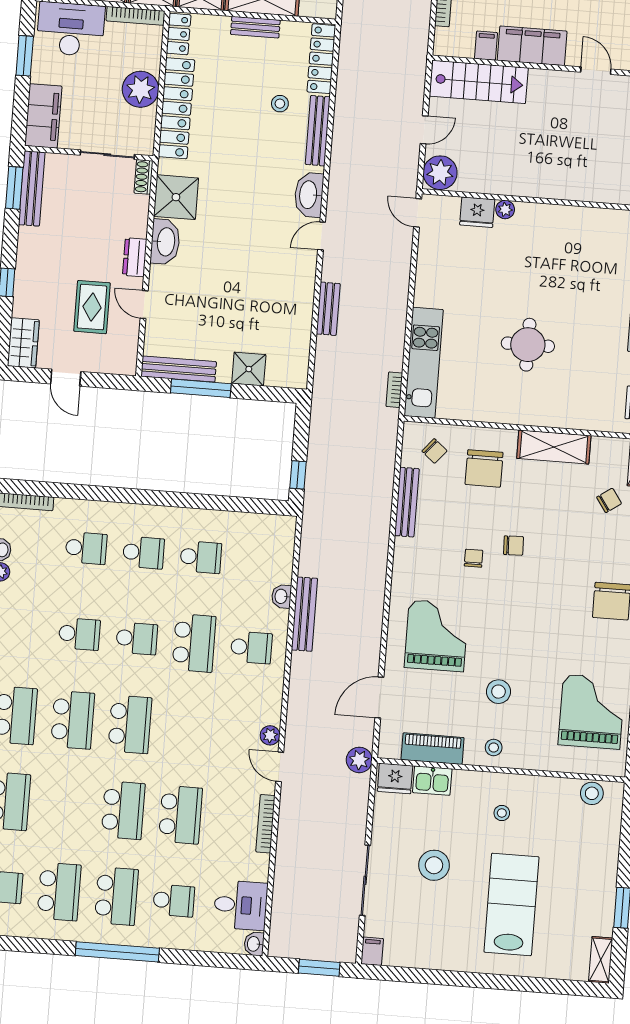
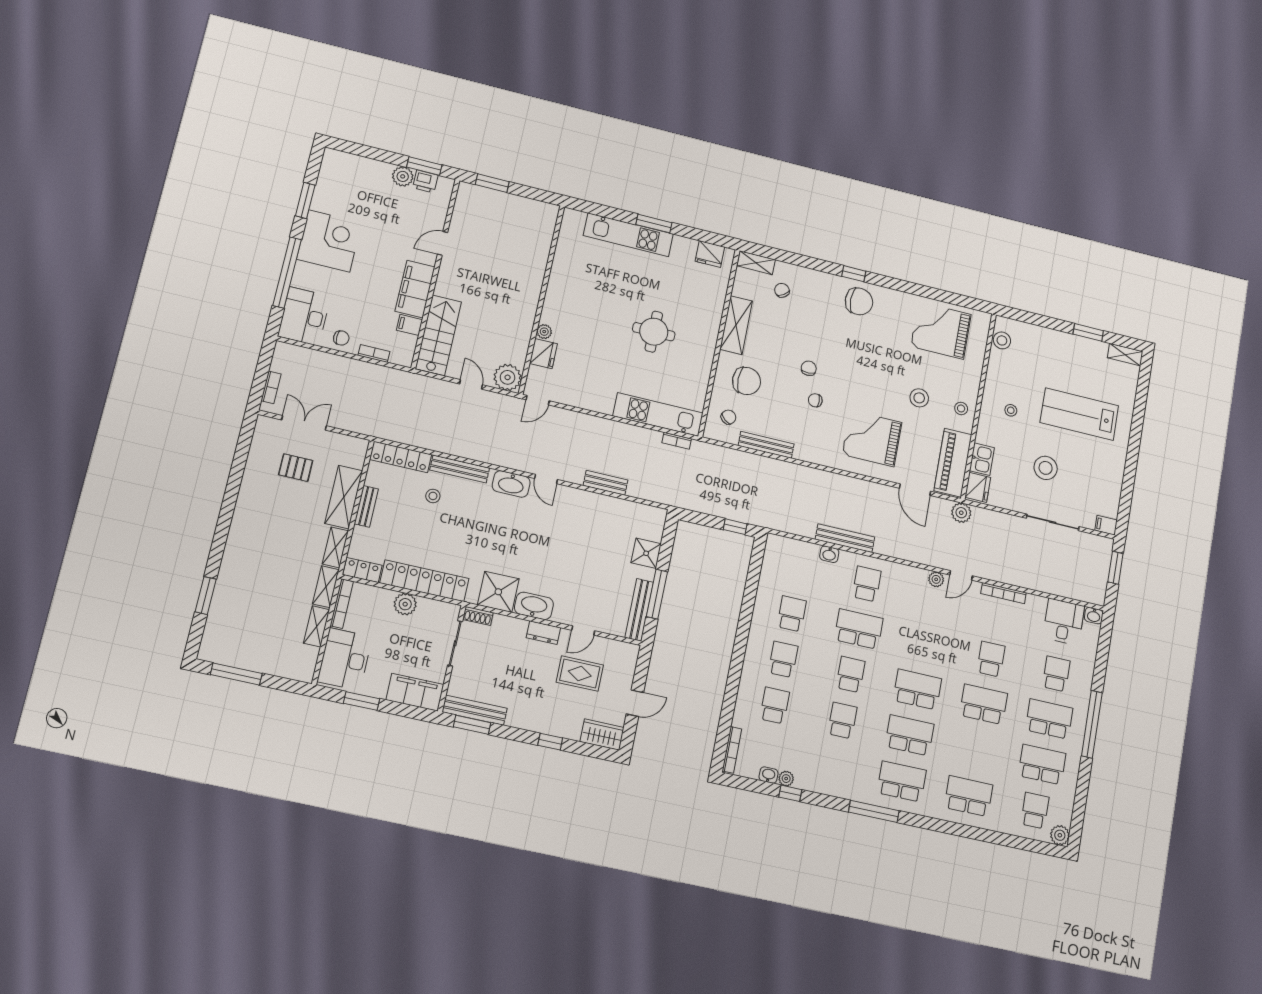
plant: (140, 89) -> (405, 604), width x0.73, depth x0.73
piano: (433, 749) -> (953, 463), width x1.37, depth x1.33
school desk: (180, 815) -> (991, 659), width x0.54

